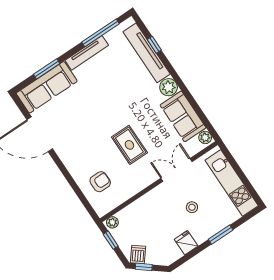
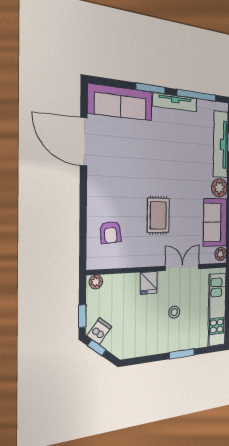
window: (47, 69) -> (151, 88), moved
armchair: (100, 182) -> (110, 232), turned 84
window: (111, 240) -> (82, 316), moved
fridge: (186, 243) -> (149, 283), moved, turned 180

